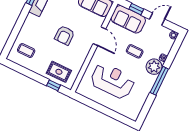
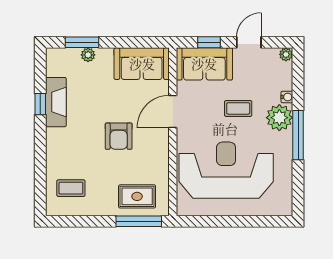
door: (99, 36) -> (173, 112), swing flipped
reception desk: (112, 81) -> (226, 170), width x1.36, depth x1.30
window: (53, 85) -> (139, 221), width x2.17

